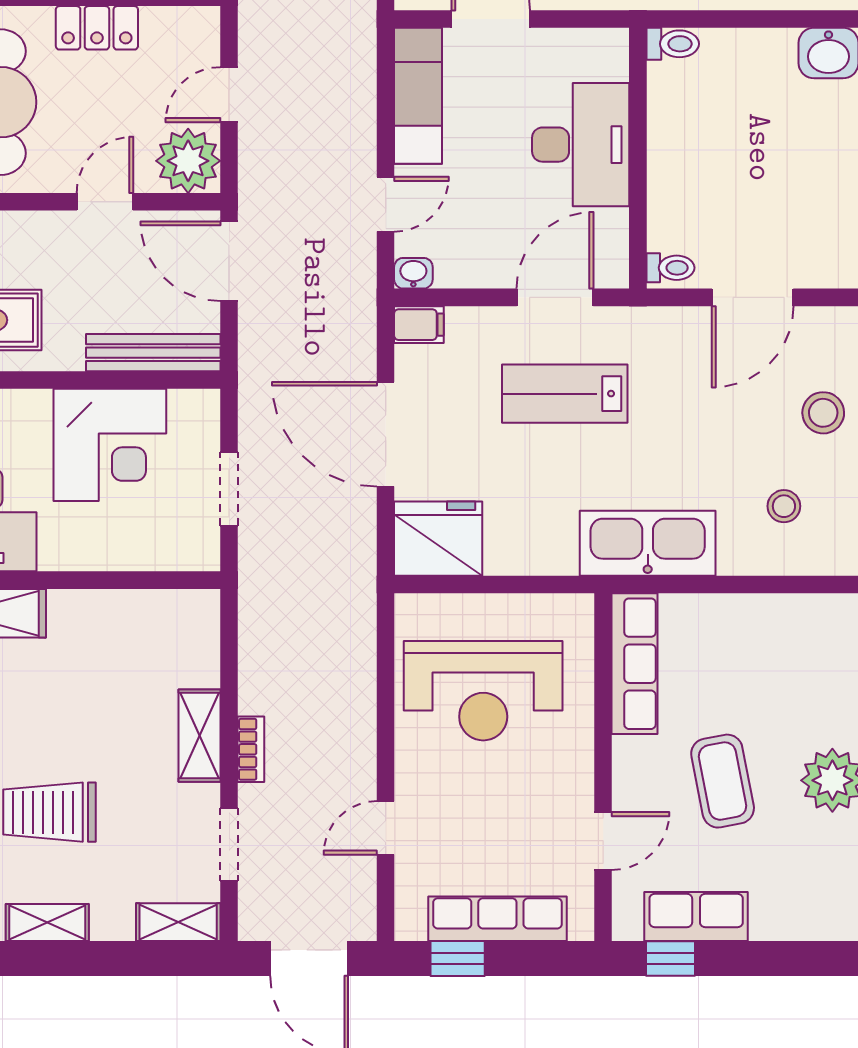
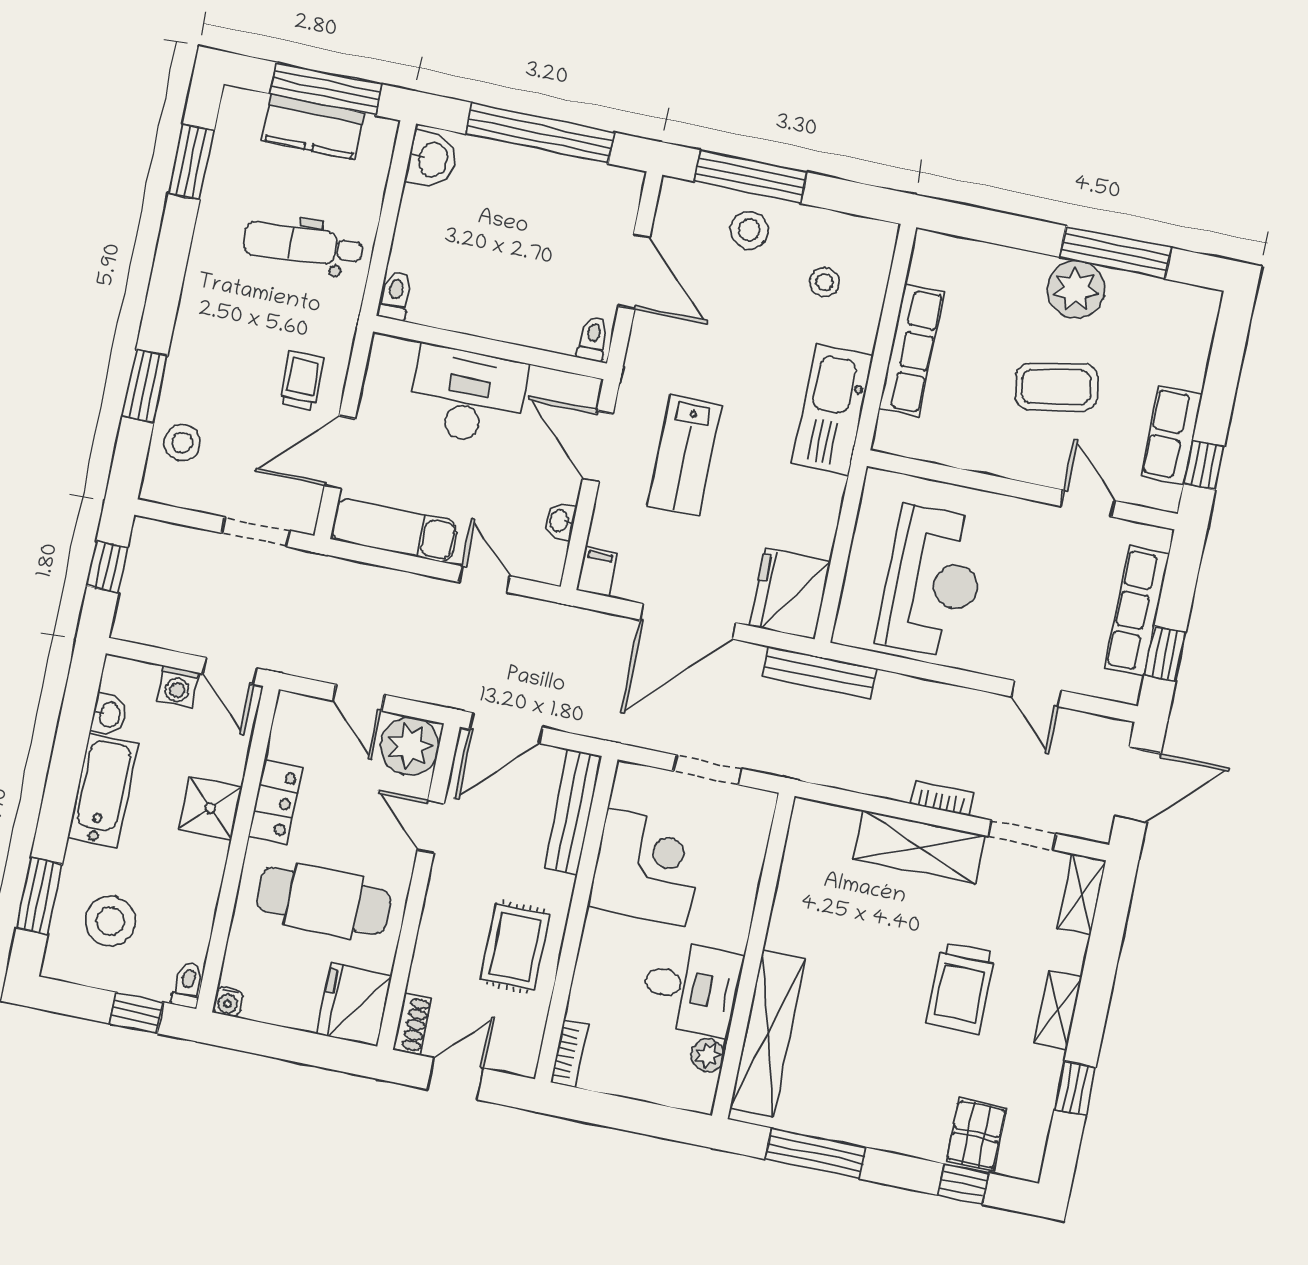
washbasin: (413, 273) -> (560, 521), moved
bench: (360, 588) -> (819, 672), added
row of seats: (635, 664) -> (912, 350), moved, turned 90
shelving: (199, 736) -> (919, 847), width x1.50, depth x1.33

